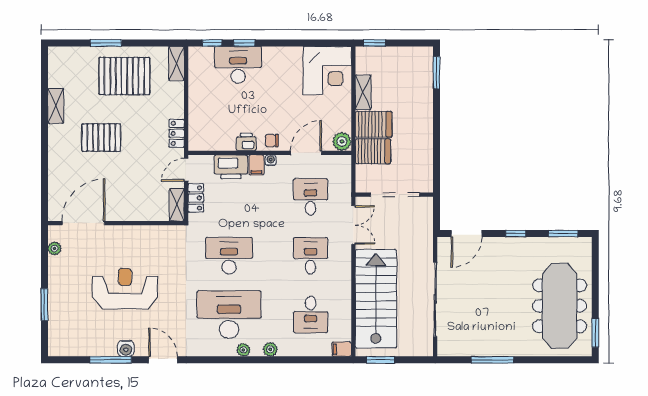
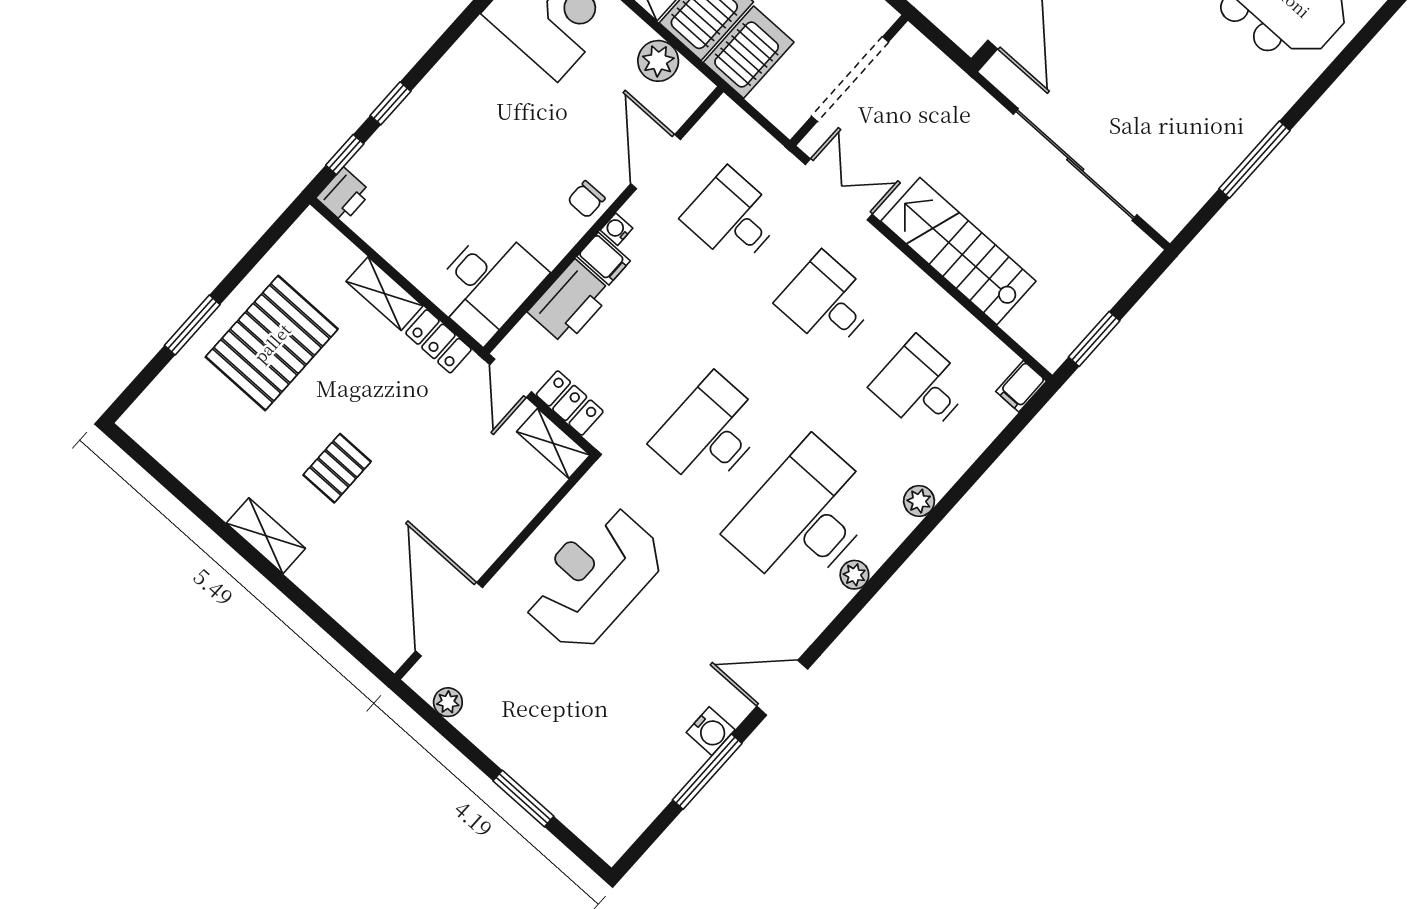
shelving: (176, 63) -> (385, 294), moved
desk: (238, 65) -> (487, 284), moved, turned 180
shelving: (56, 106) -> (266, 536), moved
pallet: (101, 138) -> (337, 468), width x0.67, depth x0.71
plant: (342, 141) -> (658, 61), moved
printer: (246, 142) -> (344, 195), moved, turned 180
reception desk: (125, 289) -> (594, 578), moved
stairs: (376, 299) -> (958, 251), width x0.73, depth x0.66
desk: (311, 315) -> (921, 386), turned 180
plant: (243, 350) -> (854, 575), moved

